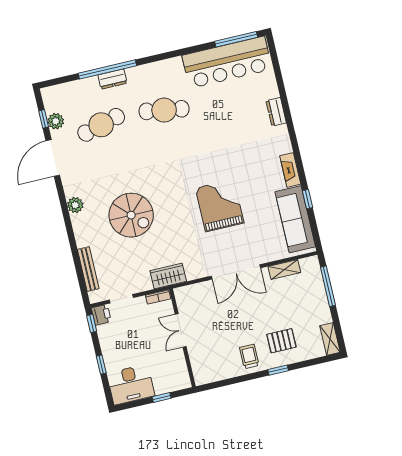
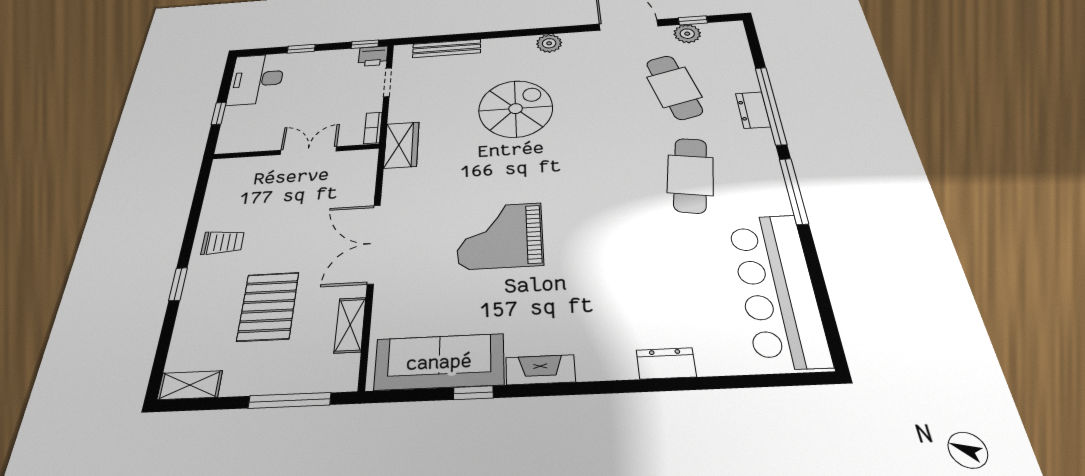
window: (236, 39) -> (794, 191), moved
grand piano: (220, 205) -> (500, 236), turned 180
spiral stairs: (131, 215) -> (516, 109), turned 180
pallet: (281, 341) -> (268, 306), moved, width x1.50, depth x1.42

